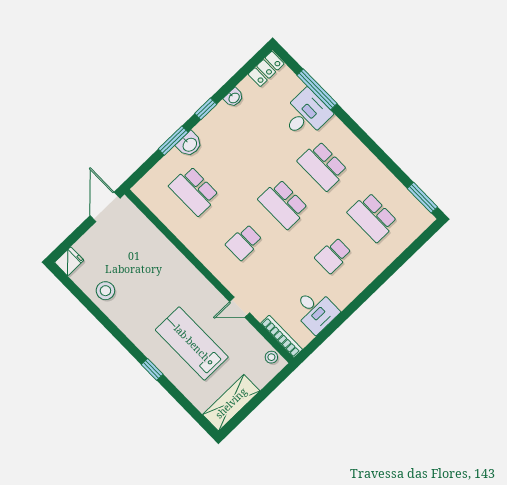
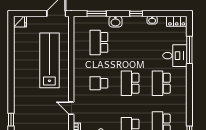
window: (173, 141) -> (97, 14), moved
stool: (105, 291) -> (23, 48), removed
lab bench: (192, 343) -> (49, 60), moved, width x1.36
window: (152, 369) -> (11, 120), moved

